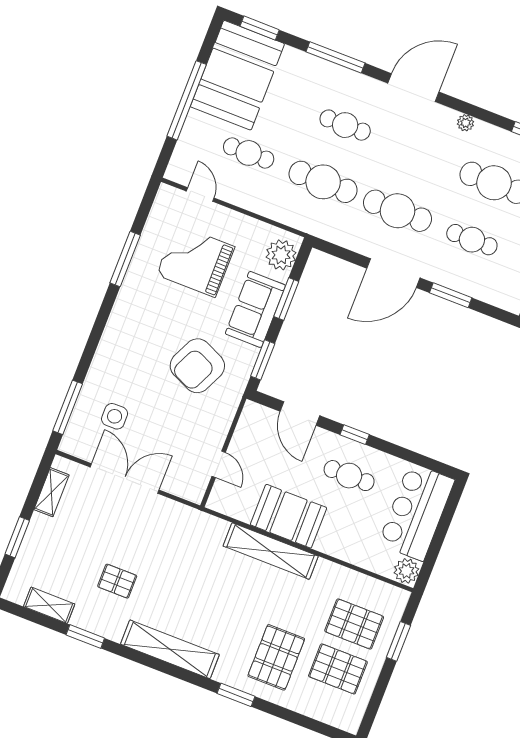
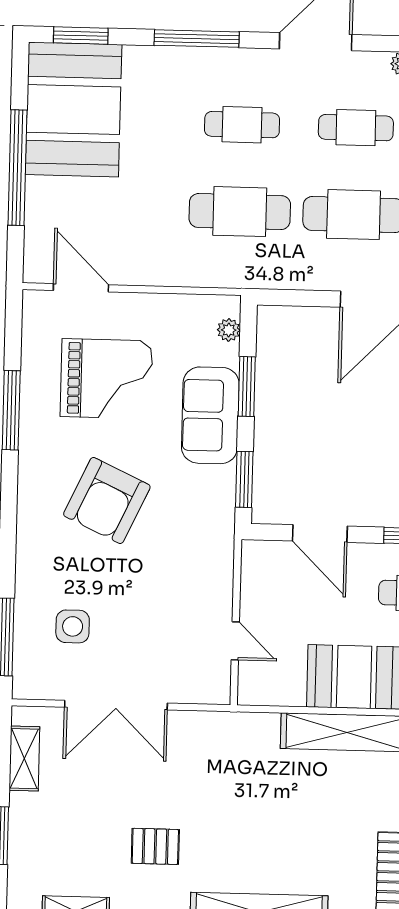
cafe table: (249, 153) -> (356, 128), moved
door: (200, 195) -> (81, 288), width x1.38
plant: (281, 255) -> (229, 330), width x0.53, depth x0.53
grand piano: (195, 261) -> (106, 379), turned 180
armchair: (197, 366) -> (107, 500), moved
double door: (125, 479) -> (116, 705), swing flipped

